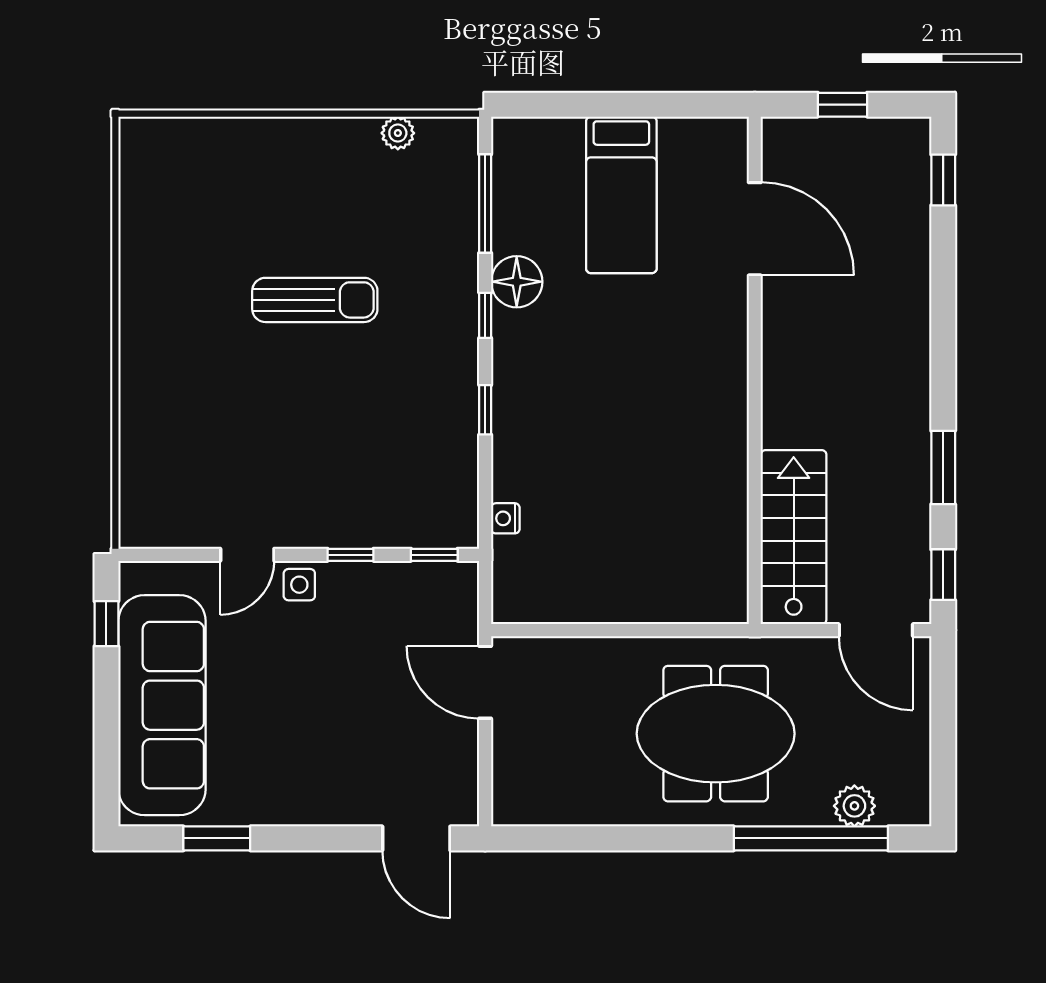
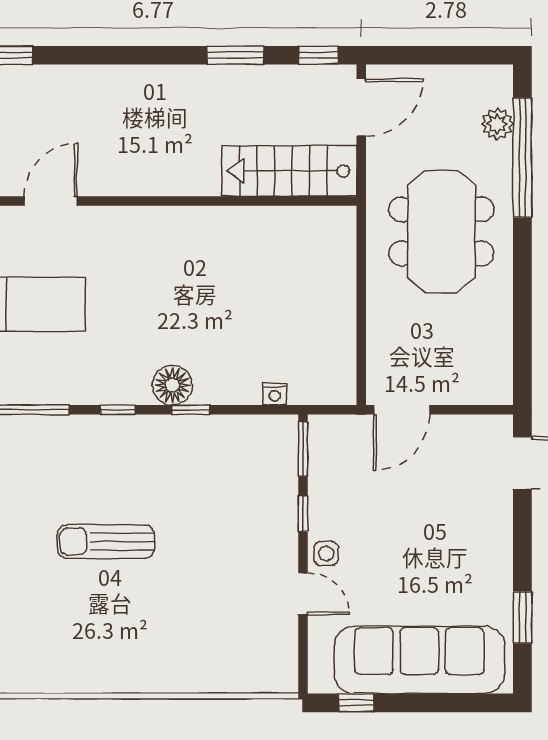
door: (755, 229) -> (51, 201), width x0.73
floor lamp: (517, 282) -> (172, 385), moved
sun lounger: (315, 300) -> (106, 542), turned -90
window: (434, 555) -> (303, 449), width x1.50

